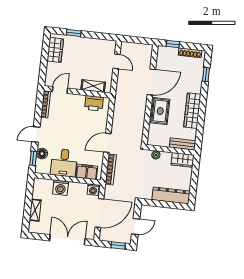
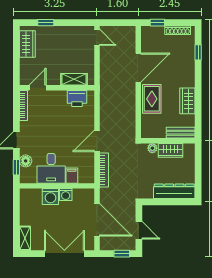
door: (117, 61) -> (97, 37), moved
wardrobe: (192, 111) -> (187, 101), width x0.67
wardrobe: (183, 160) -> (171, 150), moved
filing cabinet: (87, 172) -> (72, 176), width x0.50
washing machine: (93, 190) -> (66, 195), moved
shelving: (35, 210) -> (25, 238), moved
door: (100, 213) -> (97, 220), hinge flipped
door: (136, 226) -> (139, 230), hinge flipped

